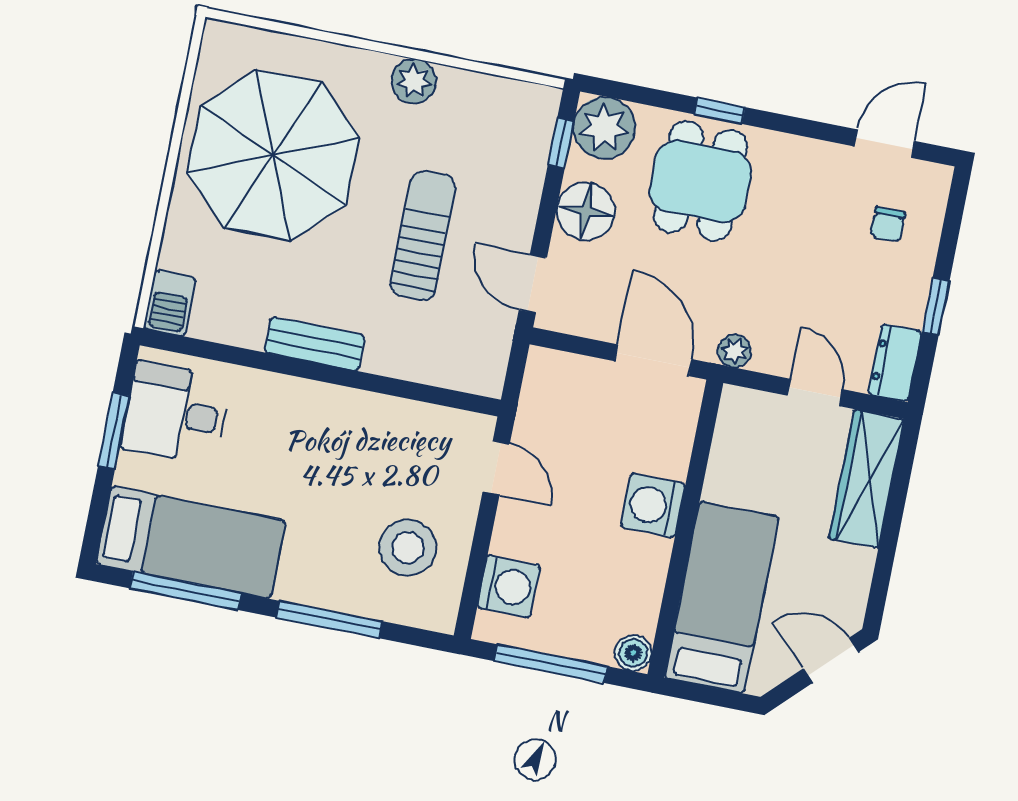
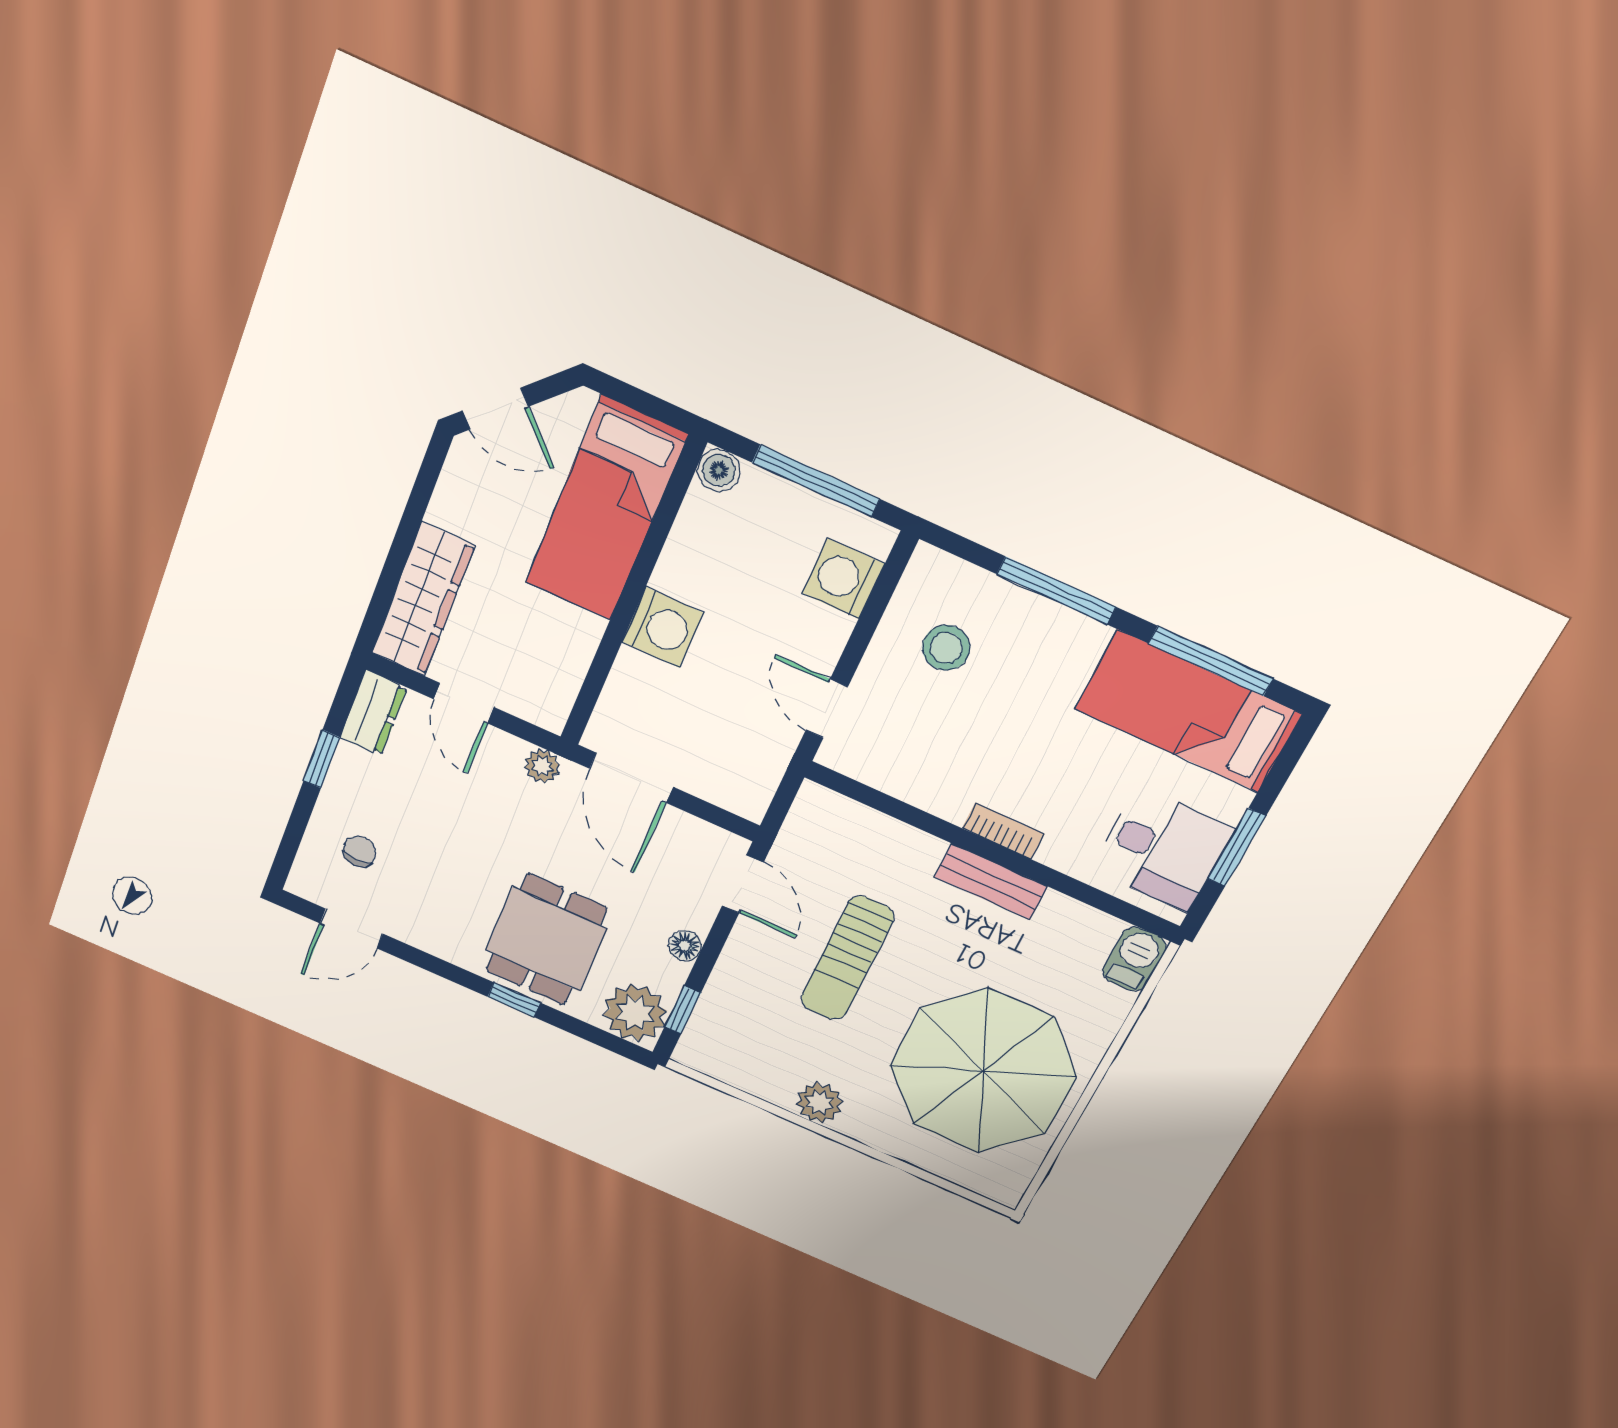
floor lamp: (586, 211) -> (685, 946), width x0.53, depth x0.53
bookcase: (316, 394) -> (1003, 831), added
stool: (408, 548) -> (946, 648), width x0.73, depth x0.73

